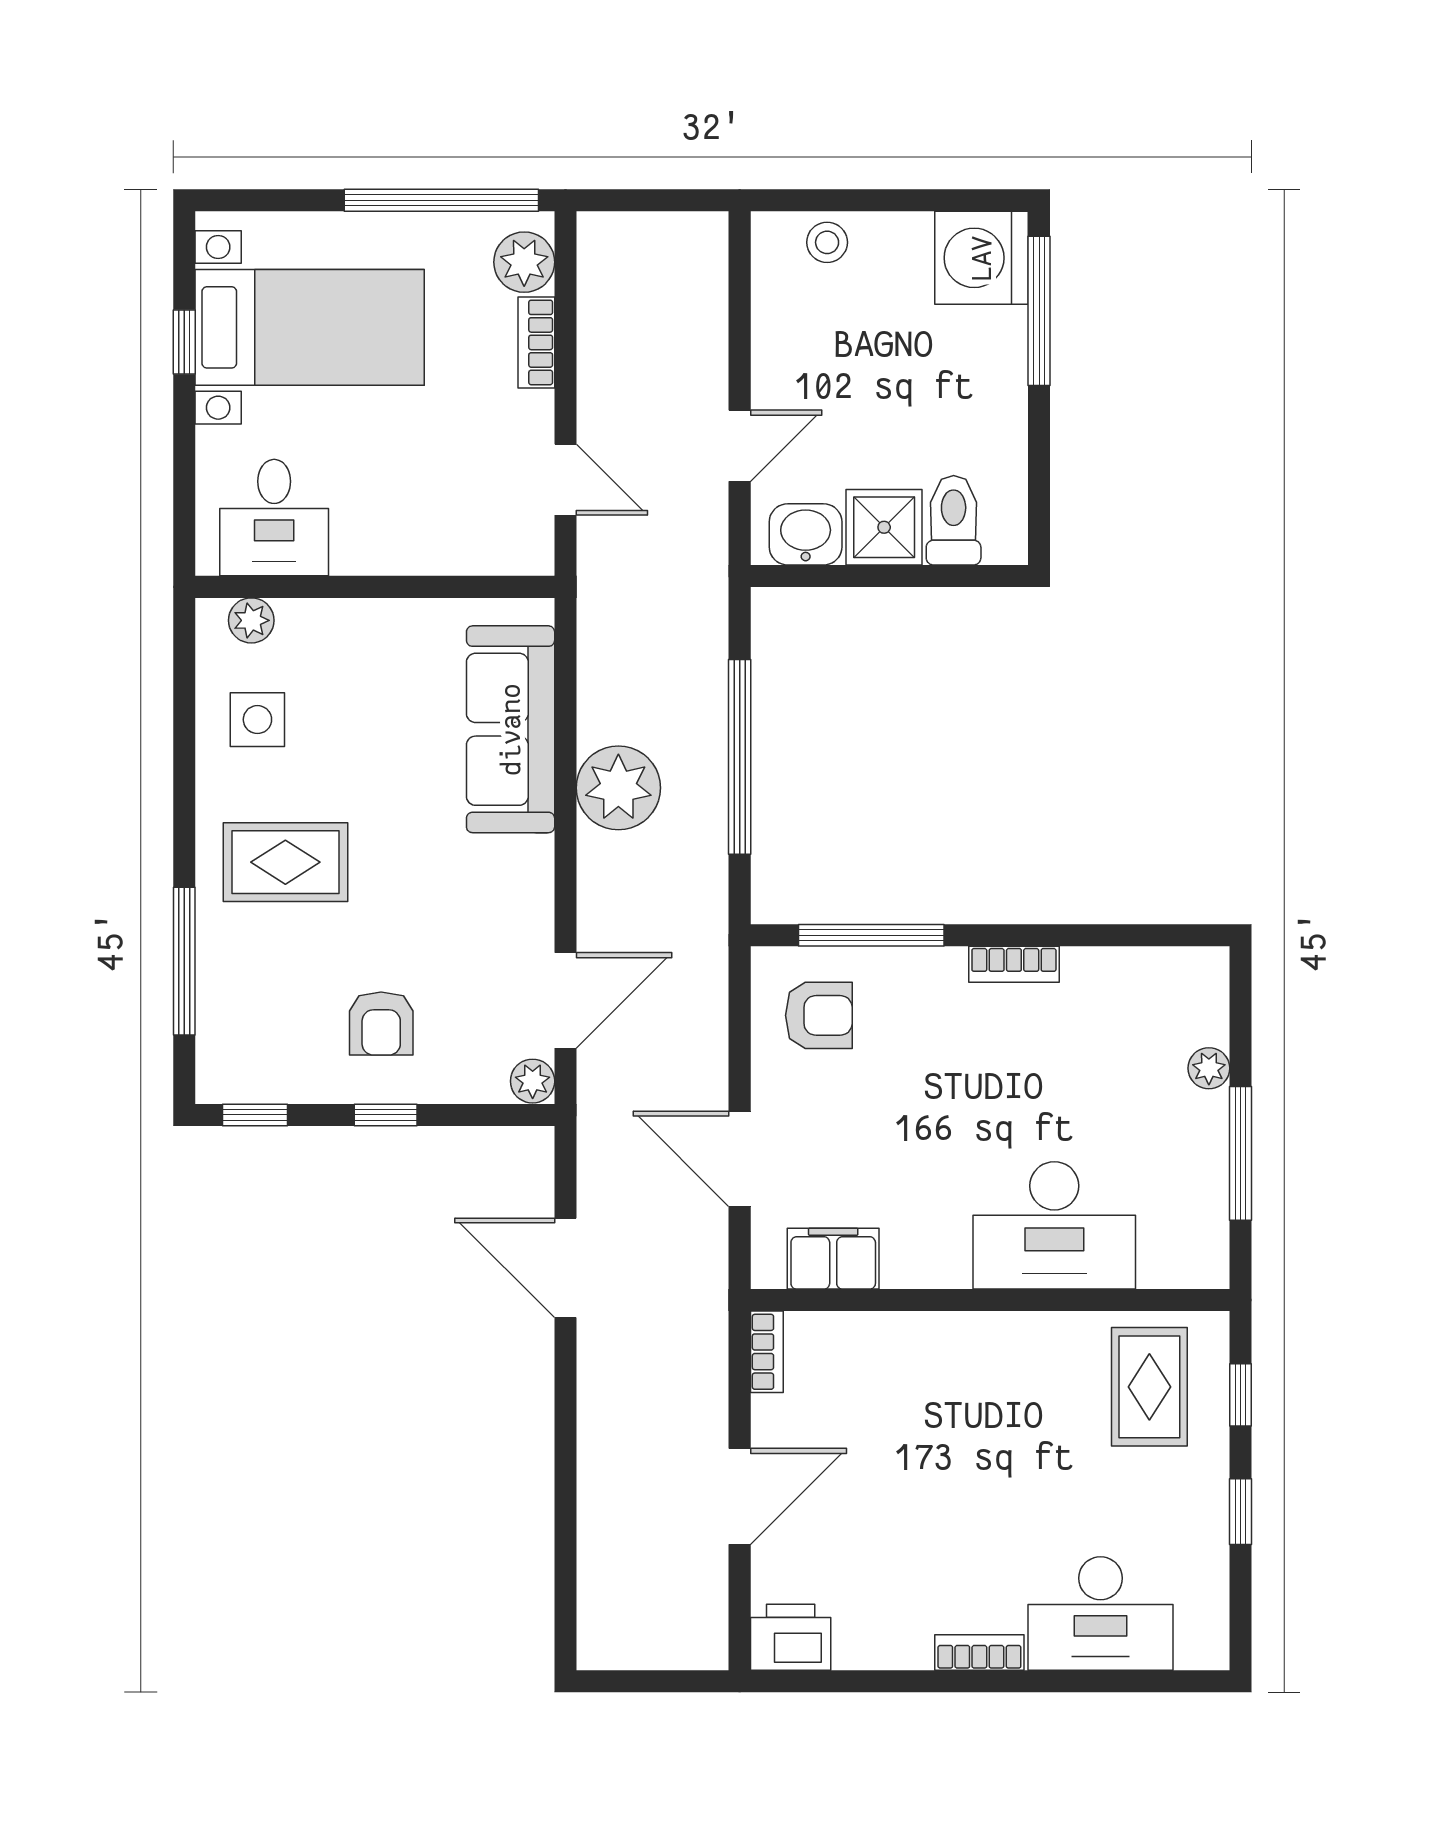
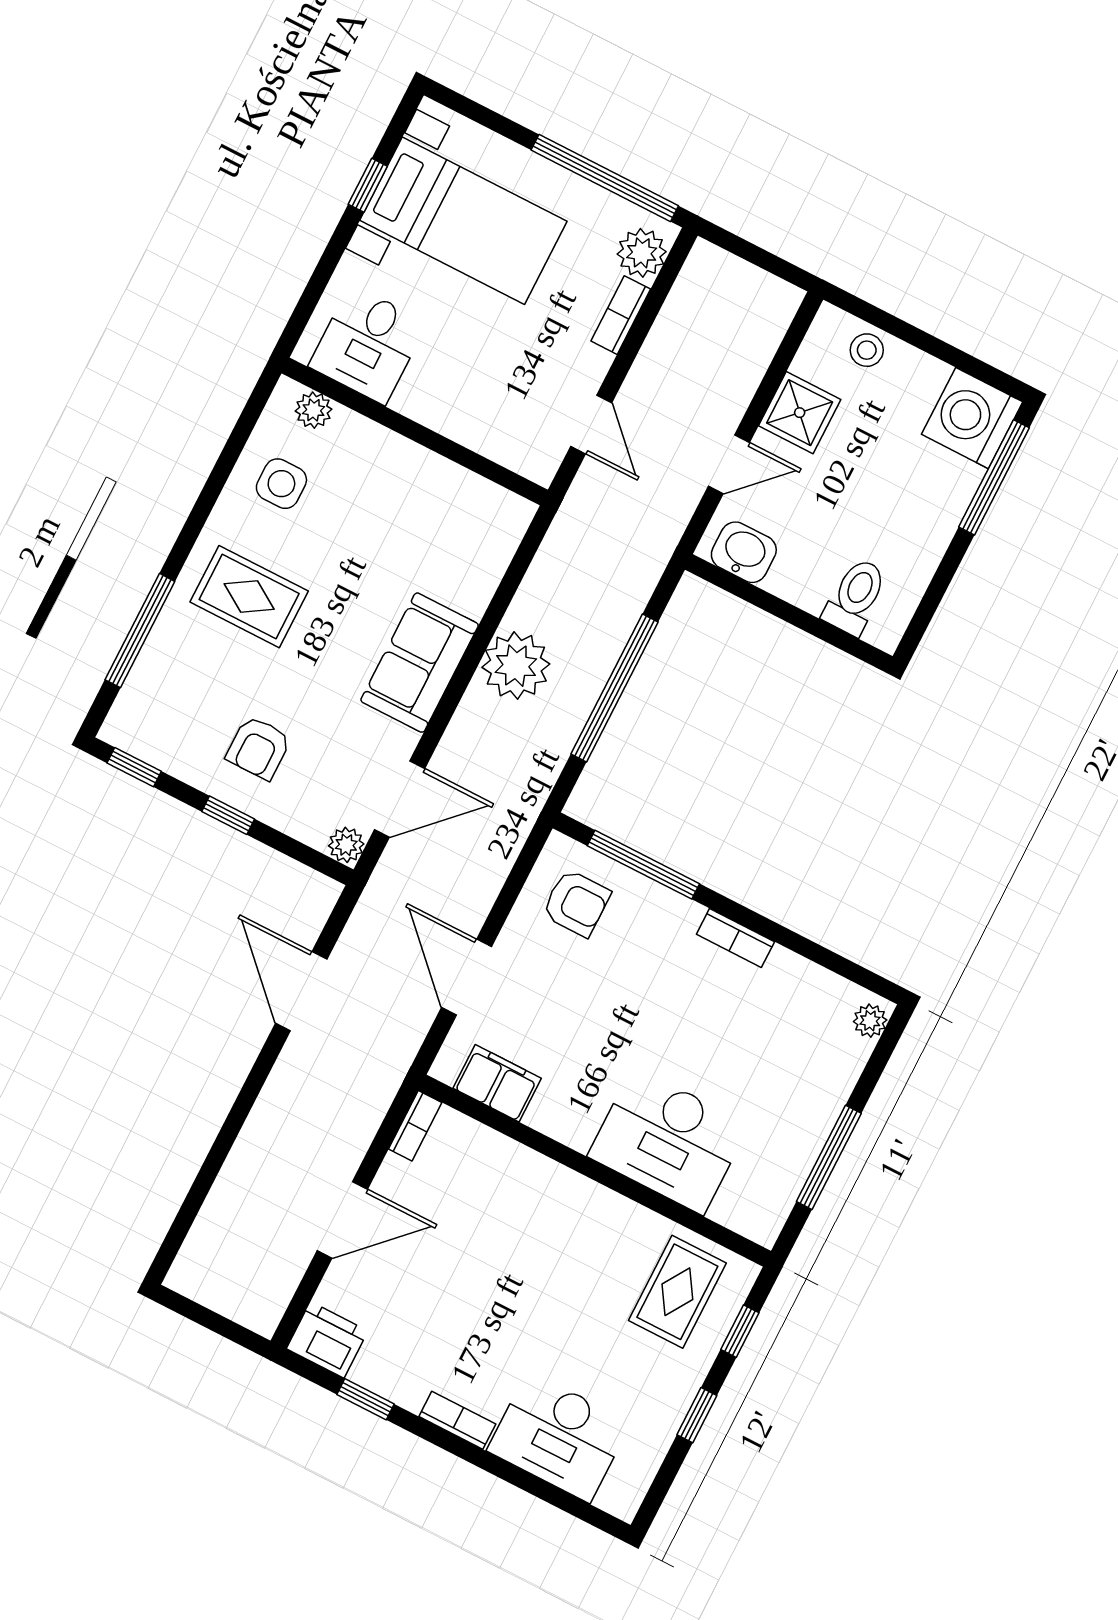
shower: (884, 527) -> (800, 413), moved
sofa: (511, 729) -> (420, 663), moved, width x0.73
plant: (1209, 1068) -> (870, 1021), moved
window: (866, 1681) -> (366, 1399), added

